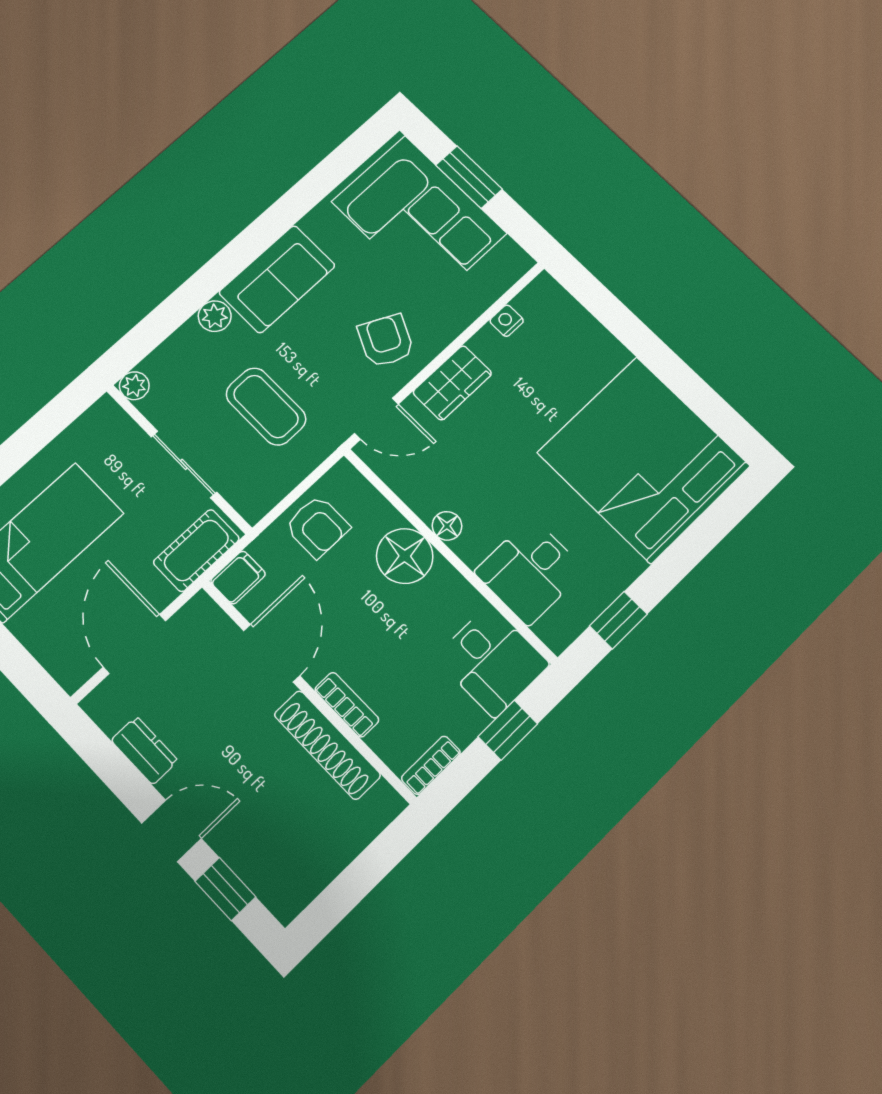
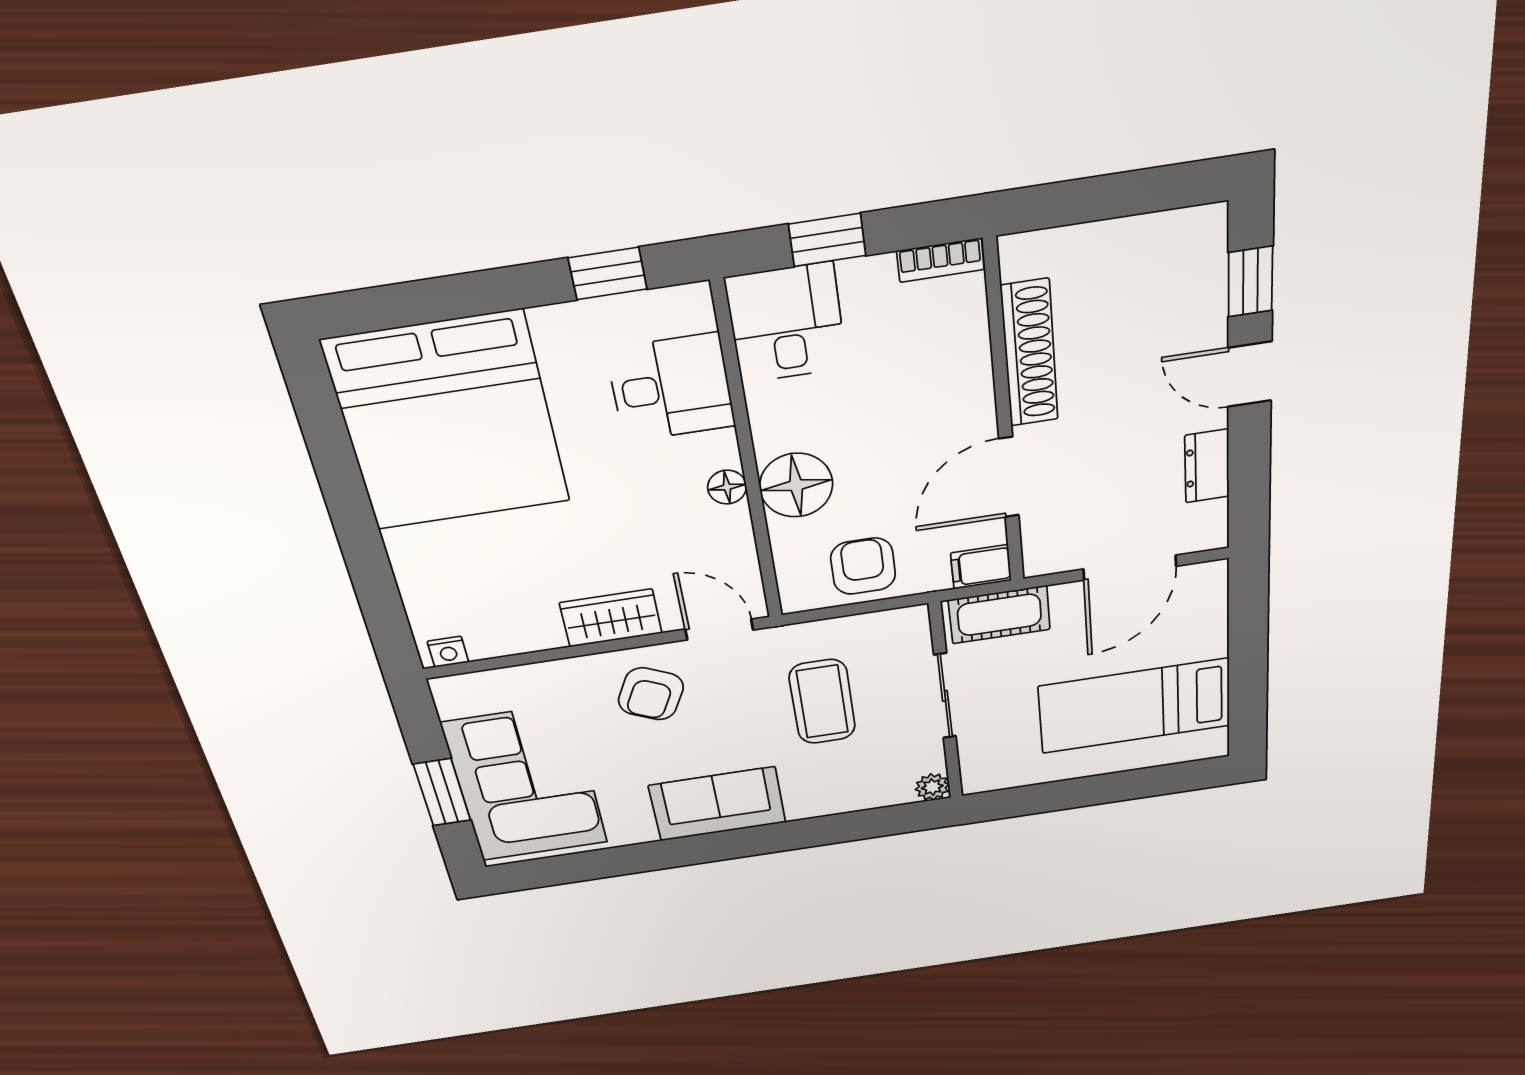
plant: (215, 316) -> (806, 804), removed
nightstand: (507, 321) -> (448, 652), moved
bookcase: (347, 705) -> (976, 380), removed

